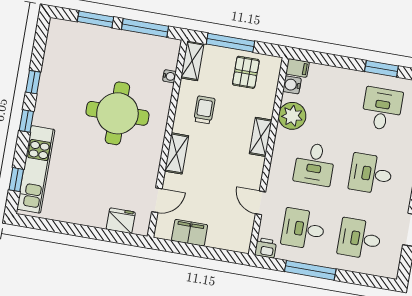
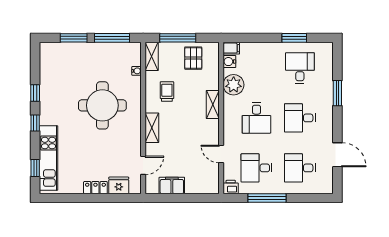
locker: (90, 218) -> (95, 188), added

